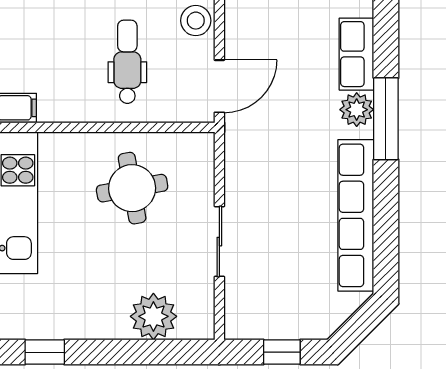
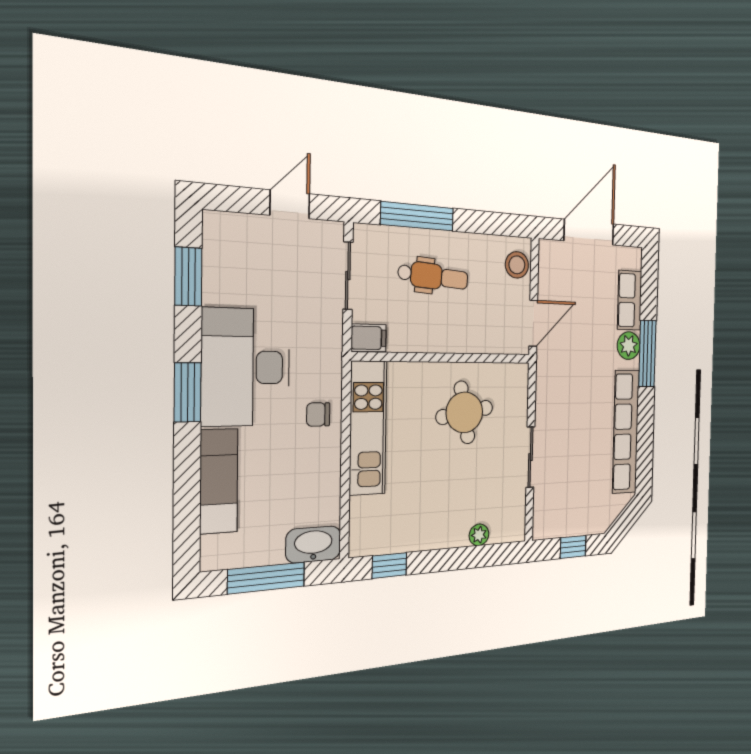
dental chair: (127, 62) -> (433, 276), moved, turned 94
plant: (153, 316) -> (479, 535), width x0.53, depth x0.53

